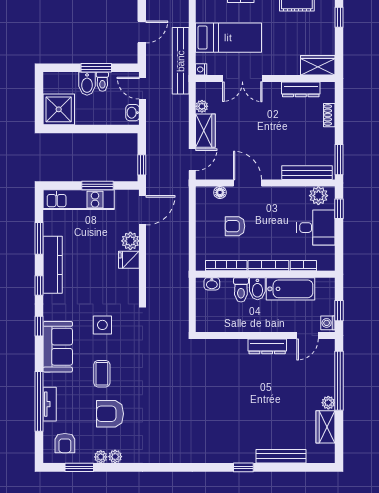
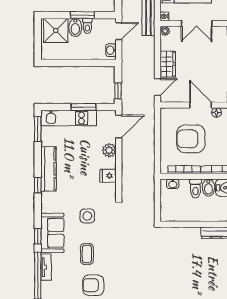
door: (143, 88) -> (119, 31), swing flipped
plant: (202, 106) -> (165, 31), moved
shower: (59, 109) -> (56, 30), moved
floor lamp: (220, 192) -> (216, 112), moved
armchair: (235, 226) -> (191, 139), width x1.88, depth x1.88
window: (39, 238) -> (38, 129), moved
fridge: (129, 260) -> (108, 176), moved
window: (39, 326) -> (38, 236), moved
tv unit: (50, 404) -> (46, 267), moved

